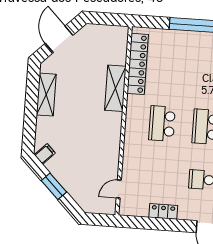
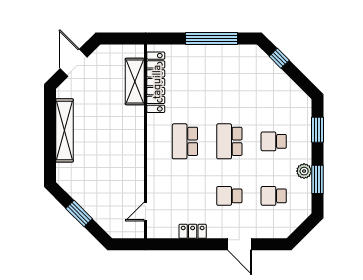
shelving: (115, 88) -> (135, 81), moved
shelving: (46, 95) -> (64, 130), width x1.47
filing cabinet: (45, 154) -> (67, 181), removed

